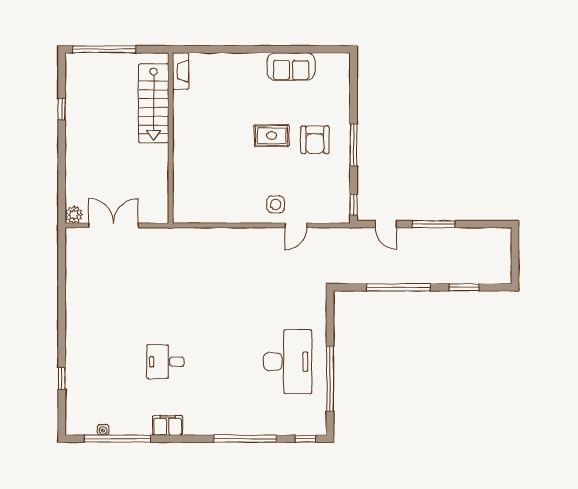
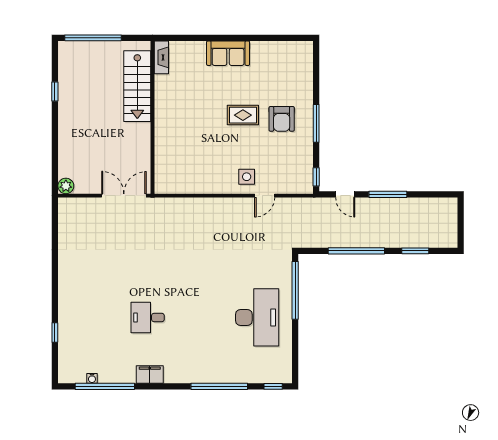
sofa: (291, 66) -> (228, 53), moved
double door: (113, 225) -> (124, 196), moved
window: (330, 379) -> (295, 290), moved

